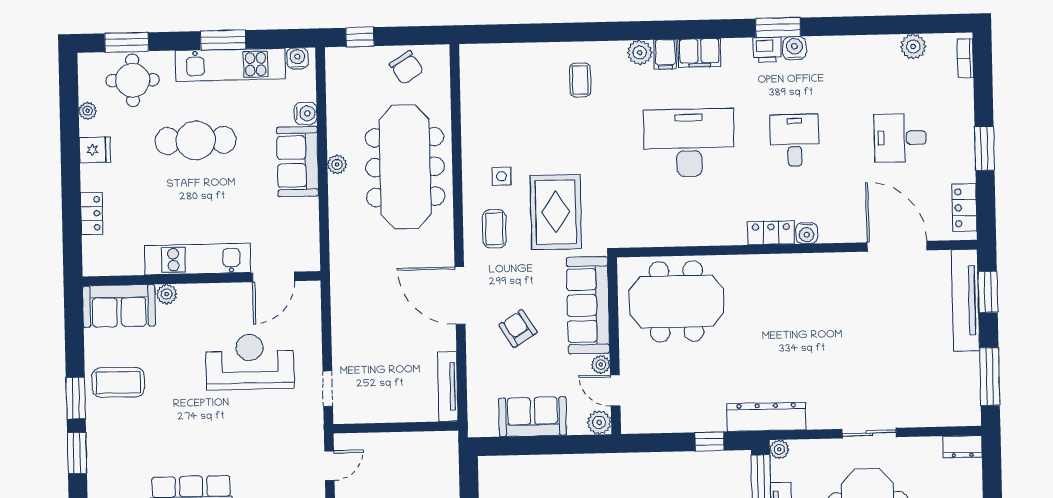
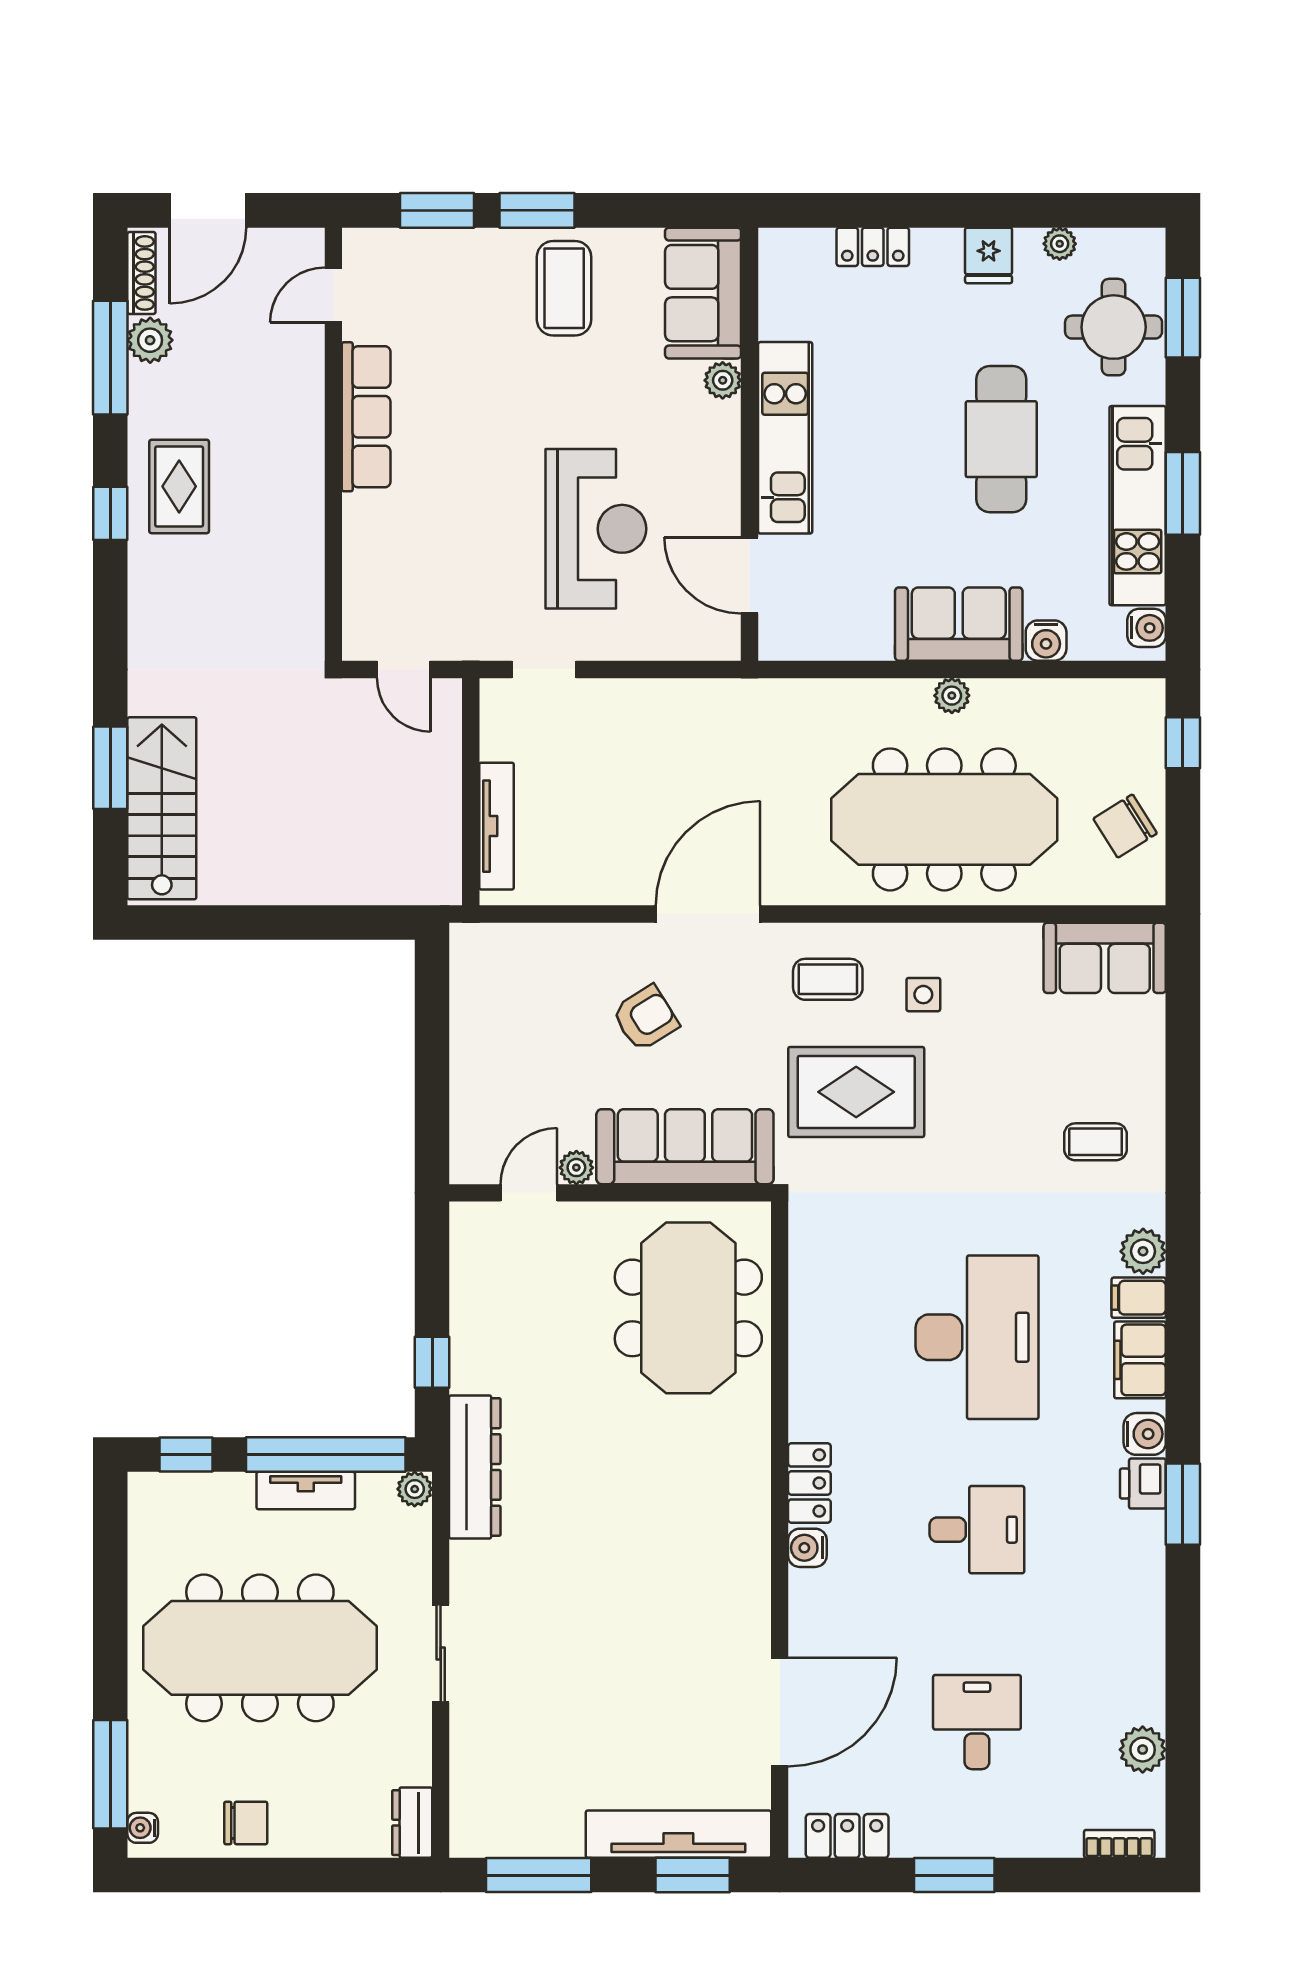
water cooler: (794, 48) -> (1145, 1434), moved
tv unit: (448, 386) -> (496, 826), moved, turned 90
sofa: (533, 417) -> (1105, 958), moved, turned 90
plant: (599, 422) -> (471, 1162), removed

